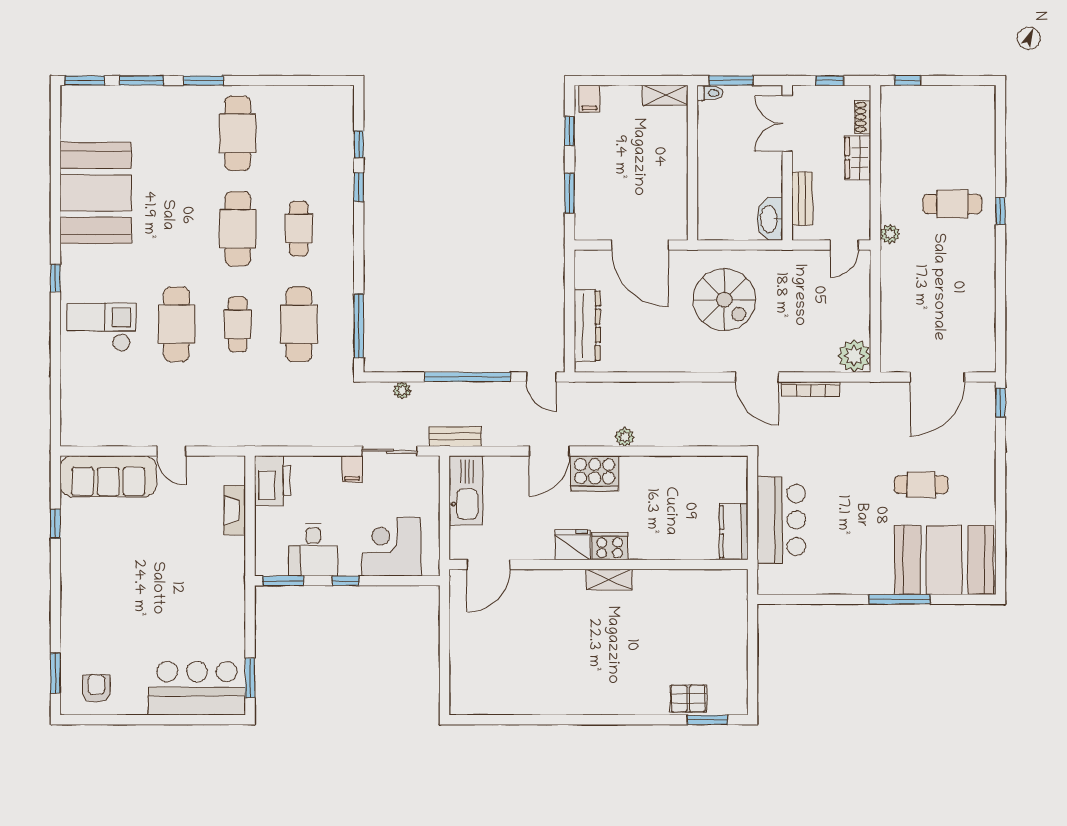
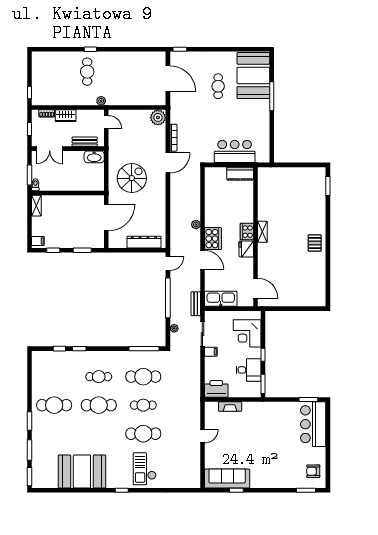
sofa: (108, 476) -> (227, 479), moved, turned -90
pallet: (688, 698) -> (315, 243), moved

